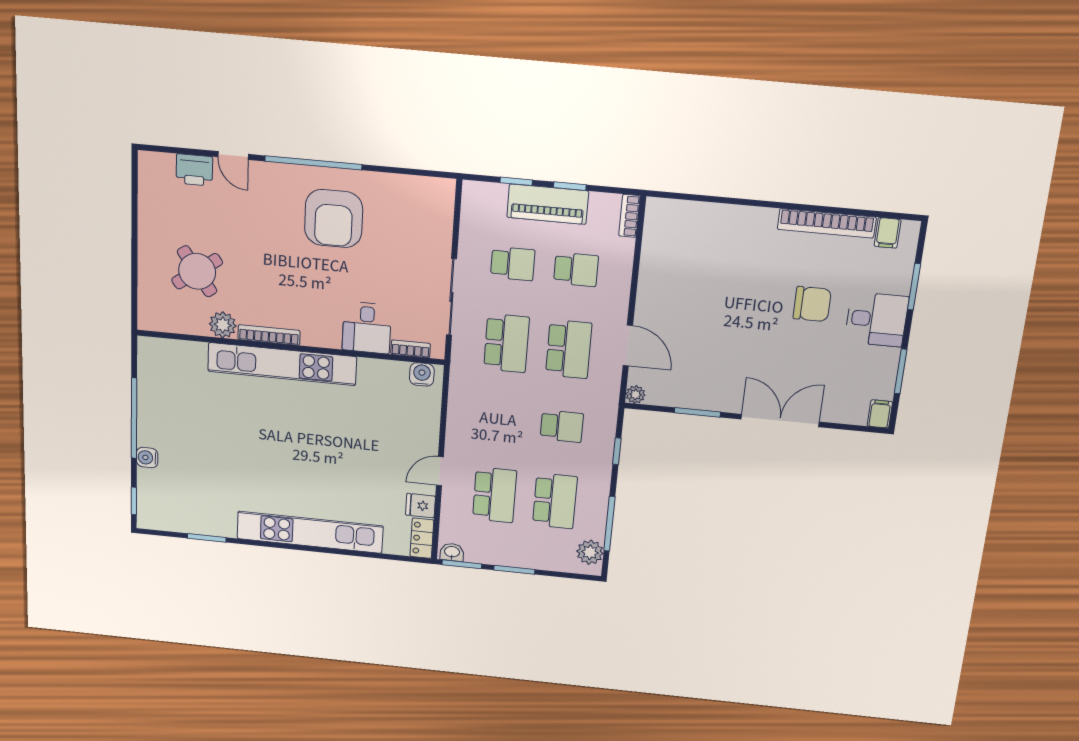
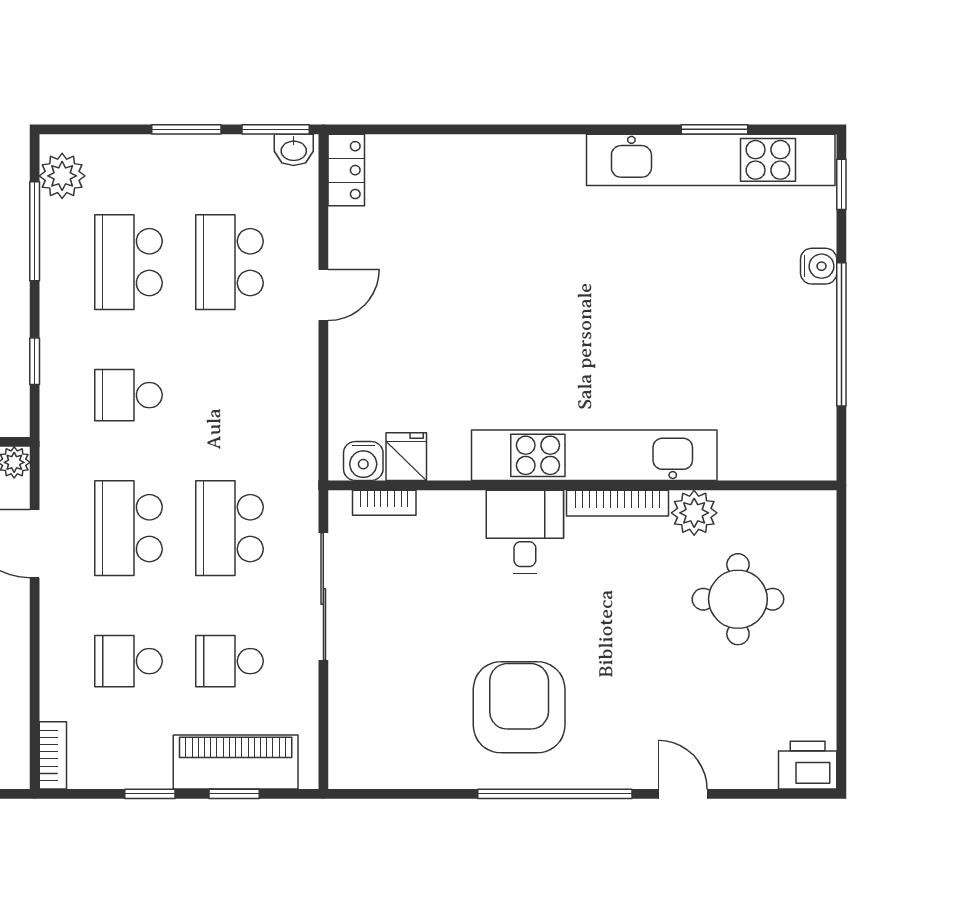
printer: (194, 170) -> (808, 765), moved
piano: (548, 204) -> (236, 762), moved
round table: (197, 271) -> (738, 599), turned 35
desk: (367, 328) -> (525, 532), moved
fridge: (420, 506) -> (406, 457), moved, turned -90
kitchen unit: (310, 532) -> (711, 160), moved

